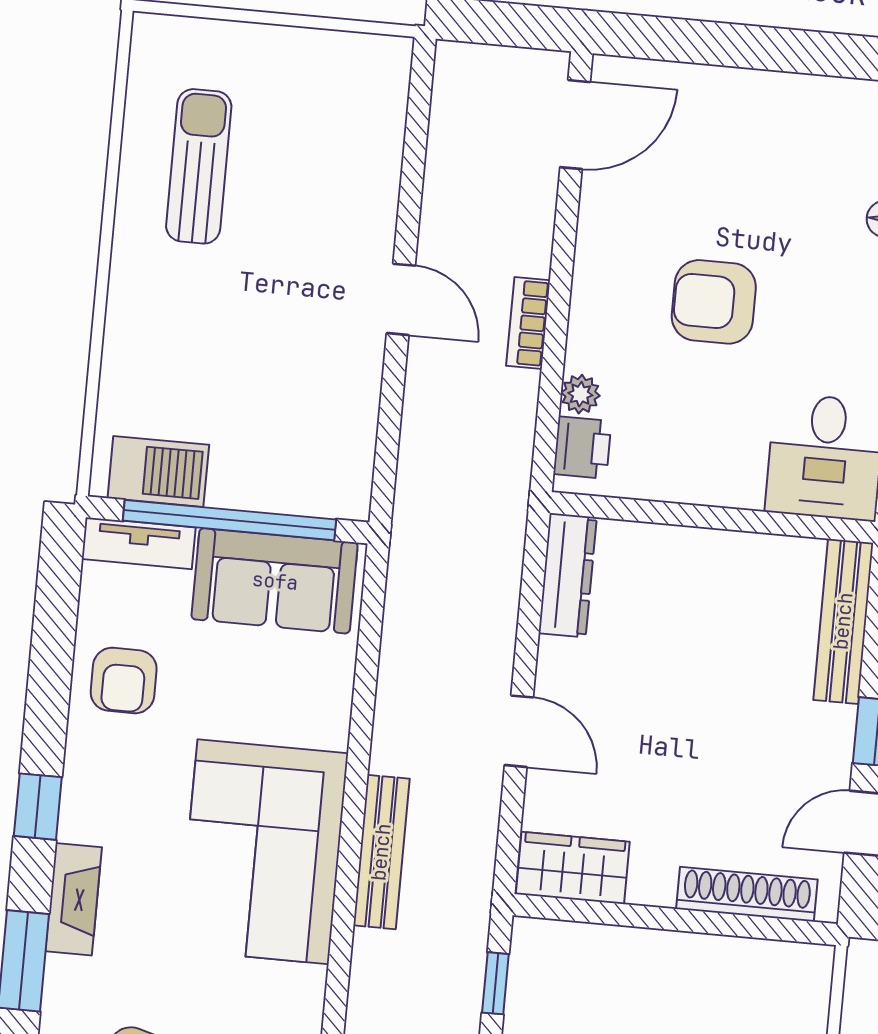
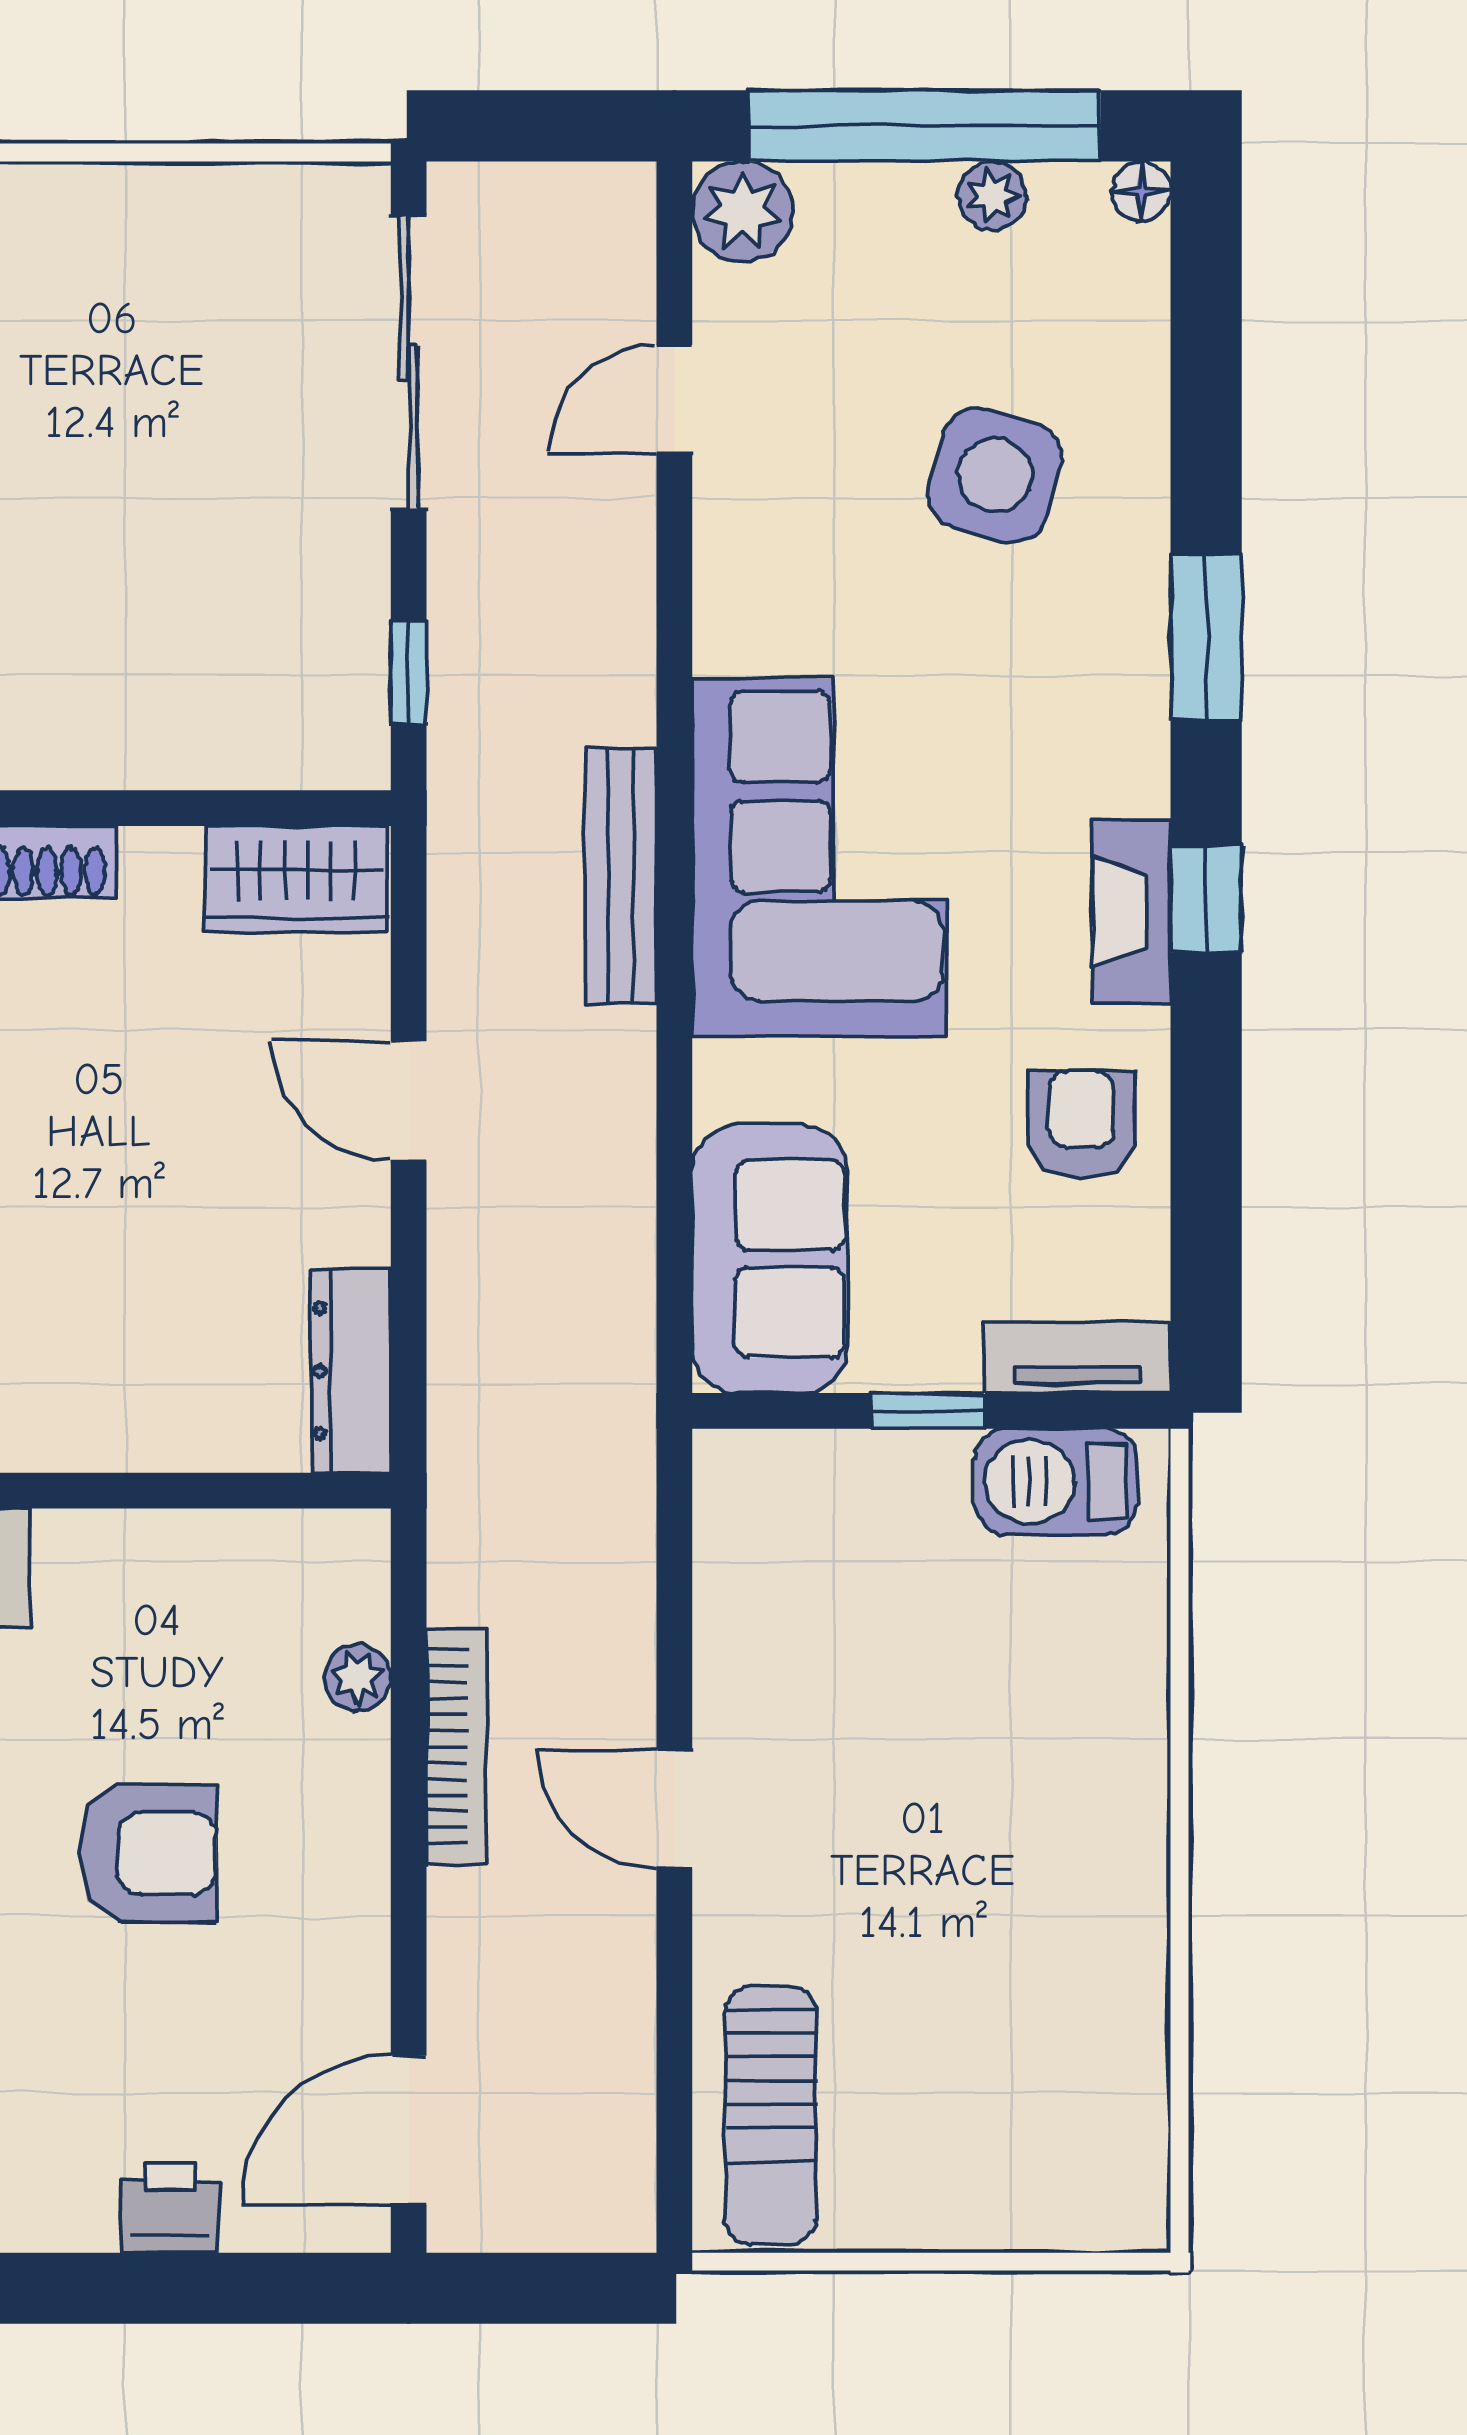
sun lounger: (199, 166) -> (771, 2115), moved
bookcase: (528, 323) -> (457, 1747), width x1.56
printer: (582, 448) -> (170, 2208), moved, turned 90
window: (229, 520) -> (928, 1411), width x0.32
sofa: (275, 581) -> (770, 1259), moved, turned 90
fireplace: (74, 899) -> (1131, 912), moved

